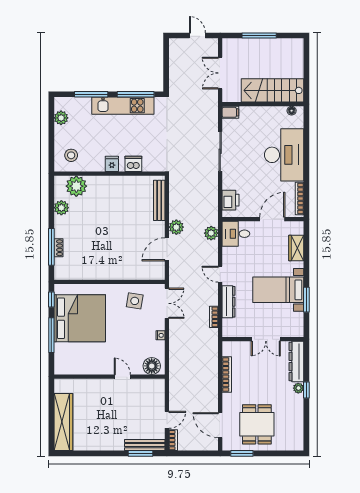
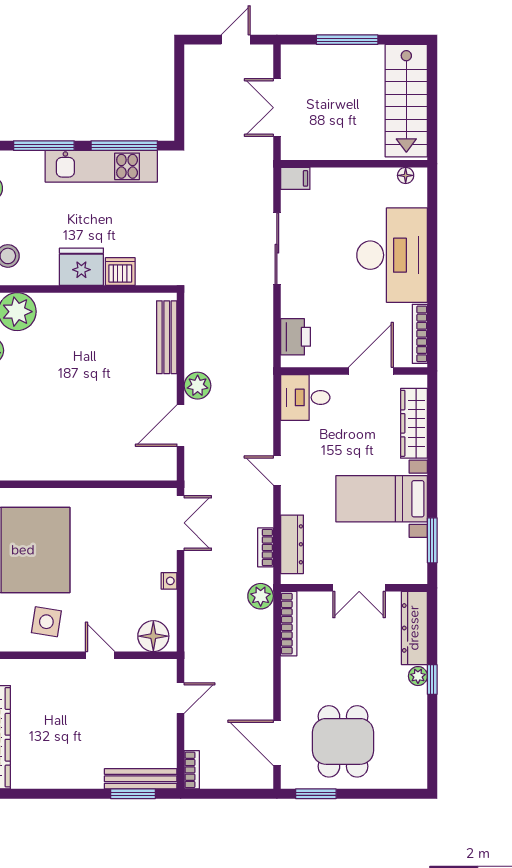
door: (197, 35) -> (236, 40), hinge flipped
stairs: (273, 90) -> (406, 101), moved, turned -90
fridge: (112, 164) -> (81, 267), width x1.88, depth x1.34
plant: (211, 233) -> (261, 596), moved
wardrobe: (296, 248) -> (414, 423), width x1.50
window: (306, 300) -> (432, 540), moved
side table: (135, 301) -> (46, 622), moved
dresser: (229, 302) -> (292, 544), moved
bookcase: (227, 374) -> (289, 624), moved
door: (167, 420) -> (181, 698), moved

